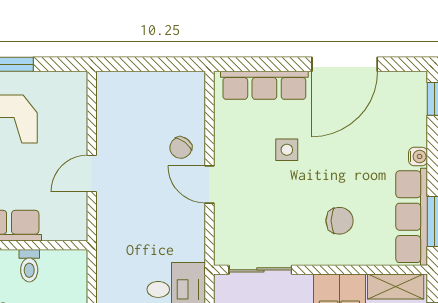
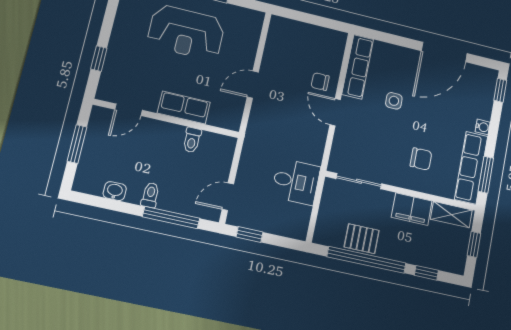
row of seats: (264, 85) -> (358, 67), moved, turned -90
chair: (181, 148) -> (320, 82), turned 53

